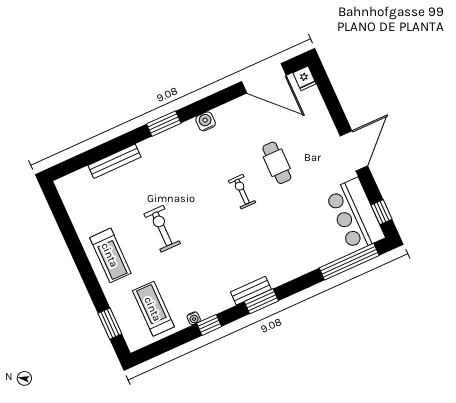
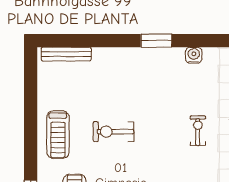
bench: (115, 161) -> (66, 54), moved
exercise bike: (162, 229) -> (114, 132), turned -90

